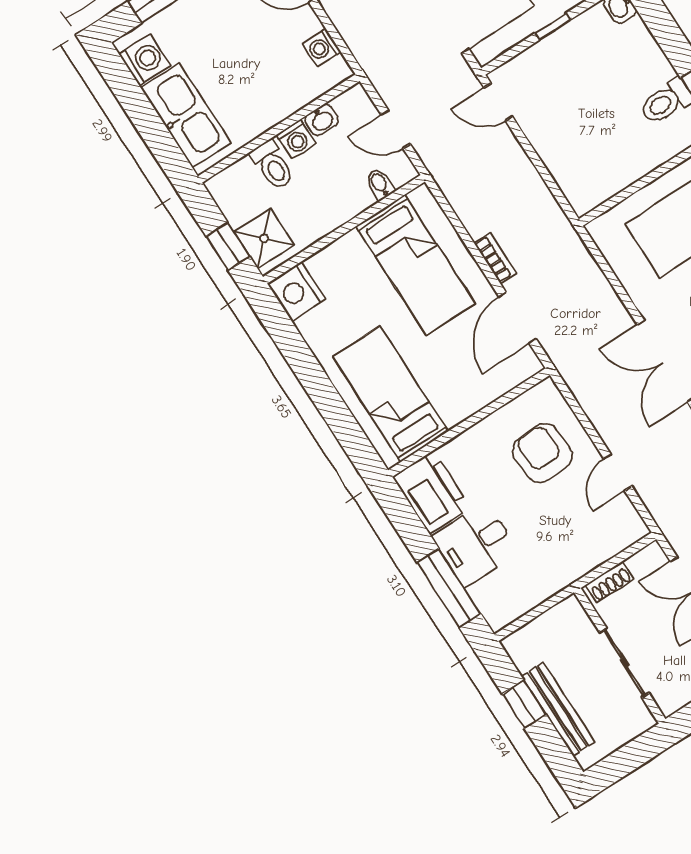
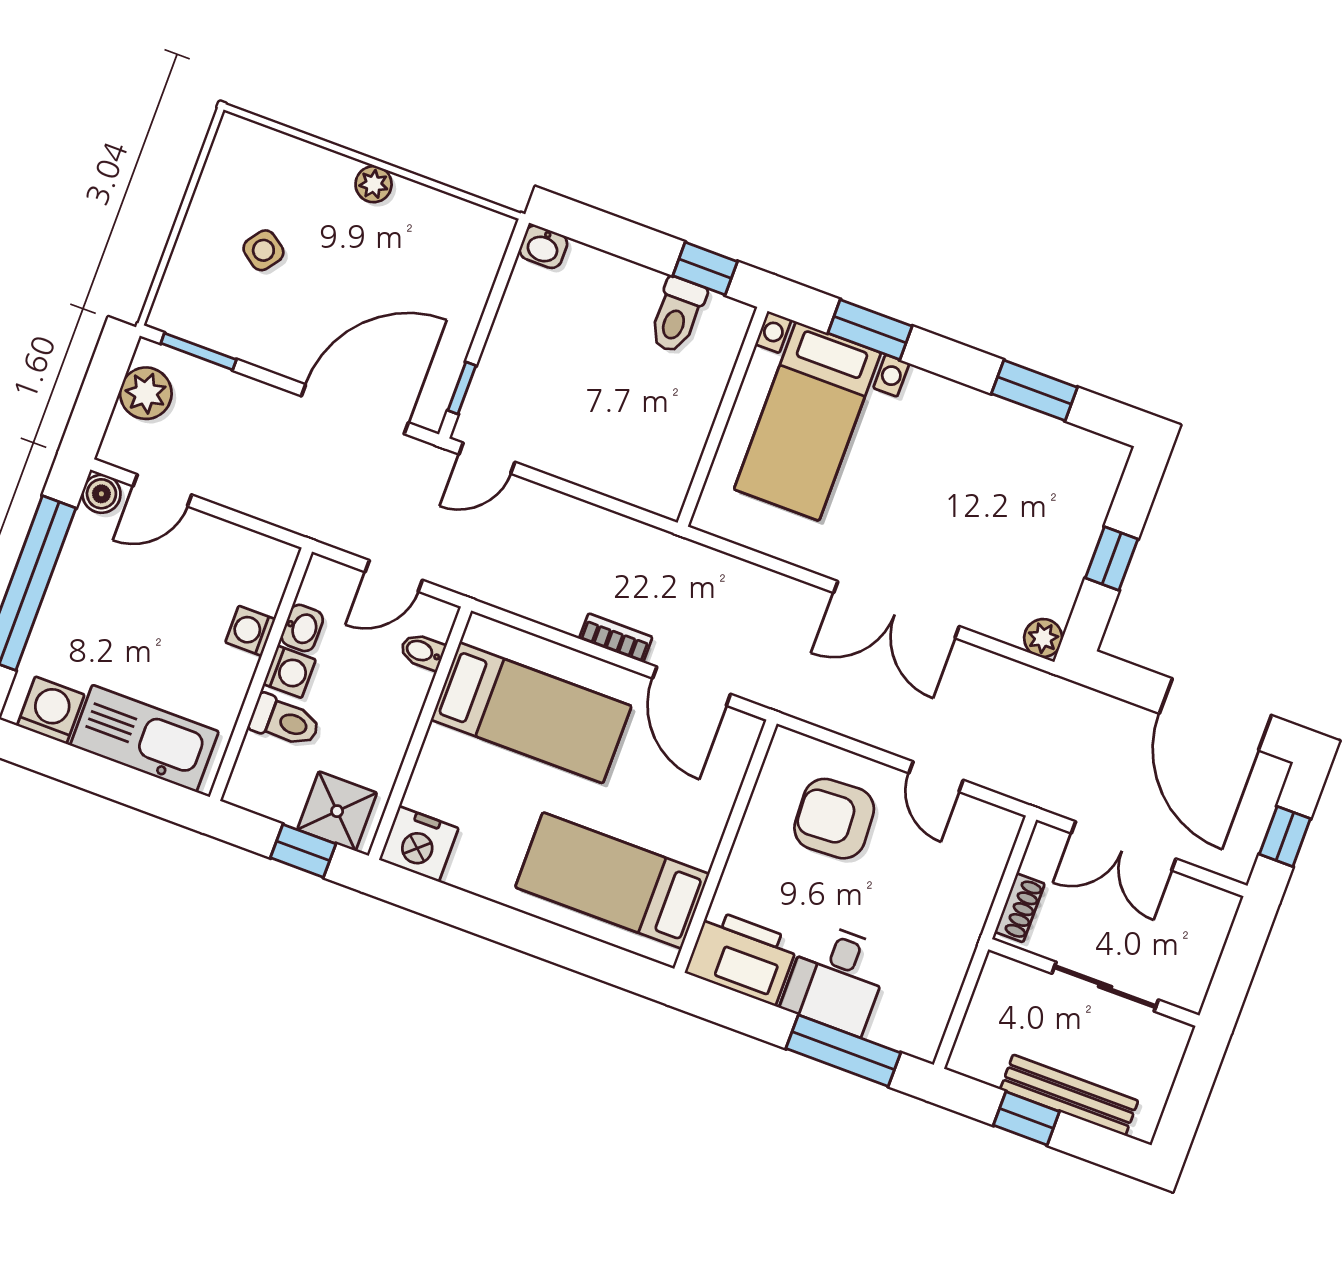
window: (553, 26) -> (462, 388), moved
washing machine: (322, 47) -> (250, 631), moved, turned 90

